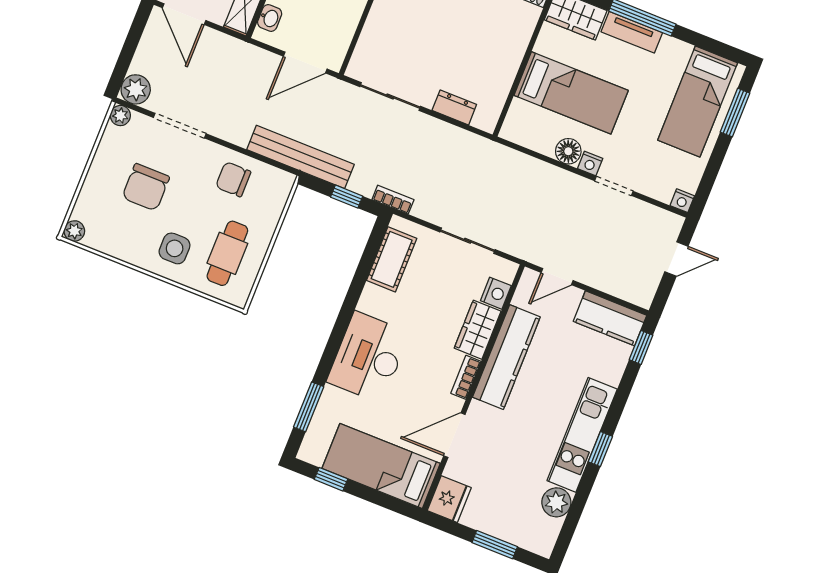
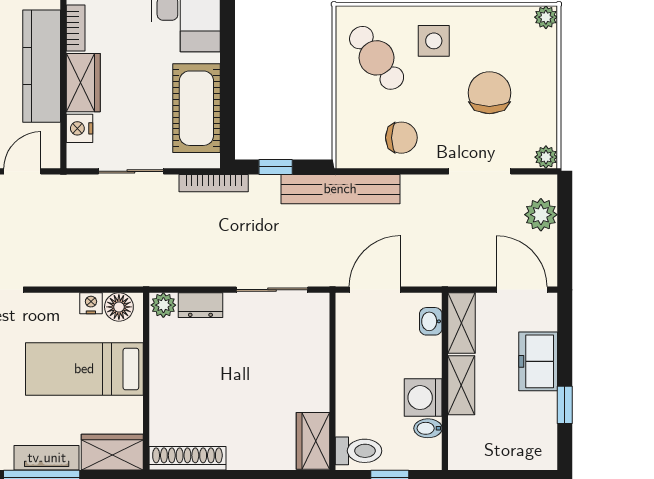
plant: (136, 89) -> (541, 215), moved
plant: (485, 120) -> (163, 305), added
floor lamp: (568, 151) -> (119, 307), moved
nightstand: (590, 164) -> (91, 303), moved
bookcase: (393, 200) -> (214, 183), width x1.56
cafe table: (227, 253) -> (377, 58), turned -37
cot: (392, 259) -> (196, 108), width x1.37, depth x1.34

